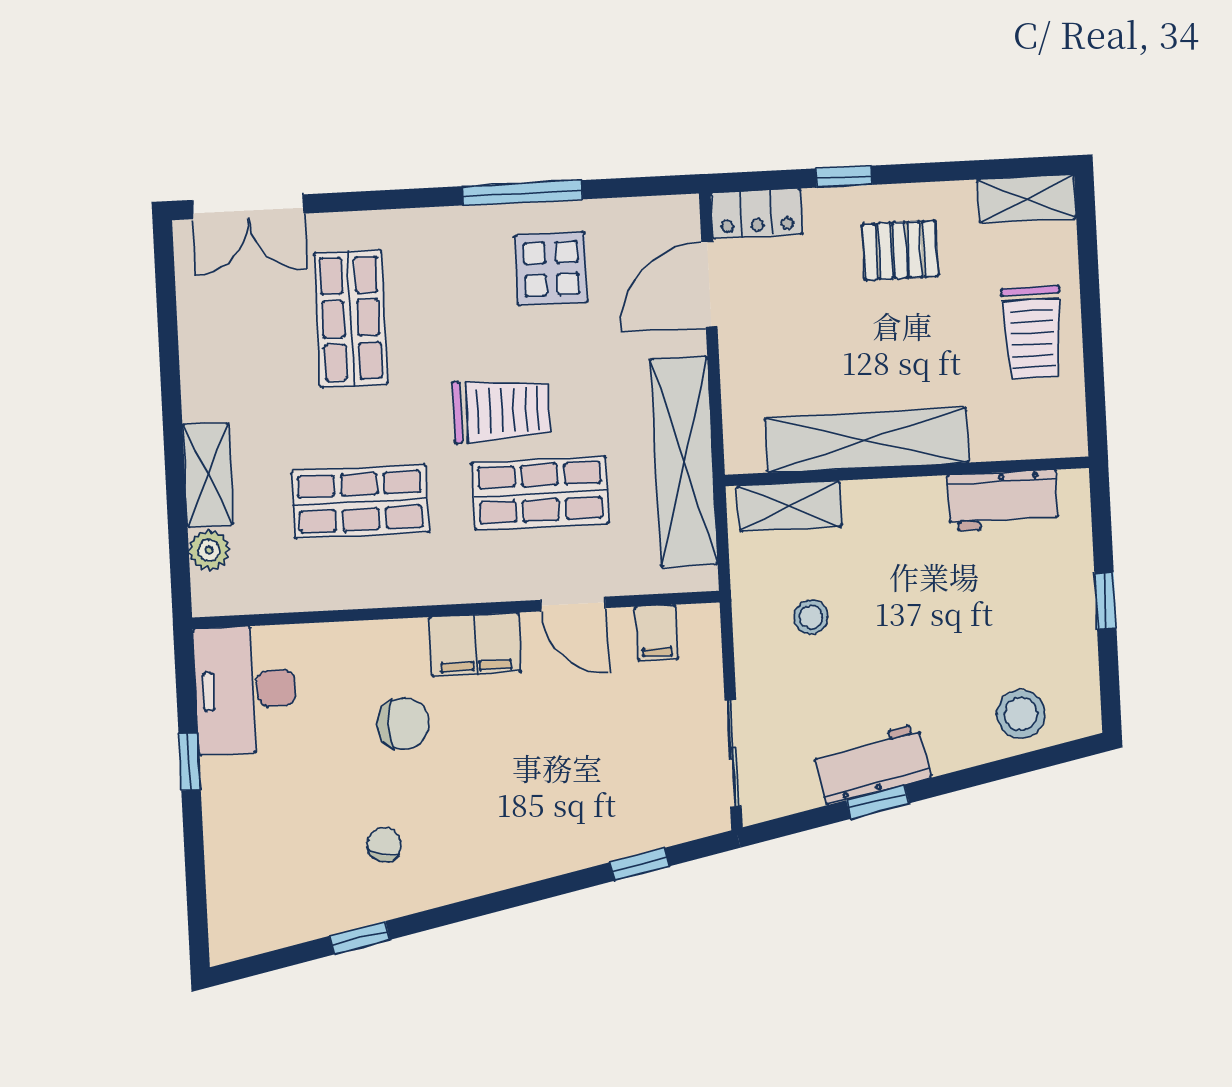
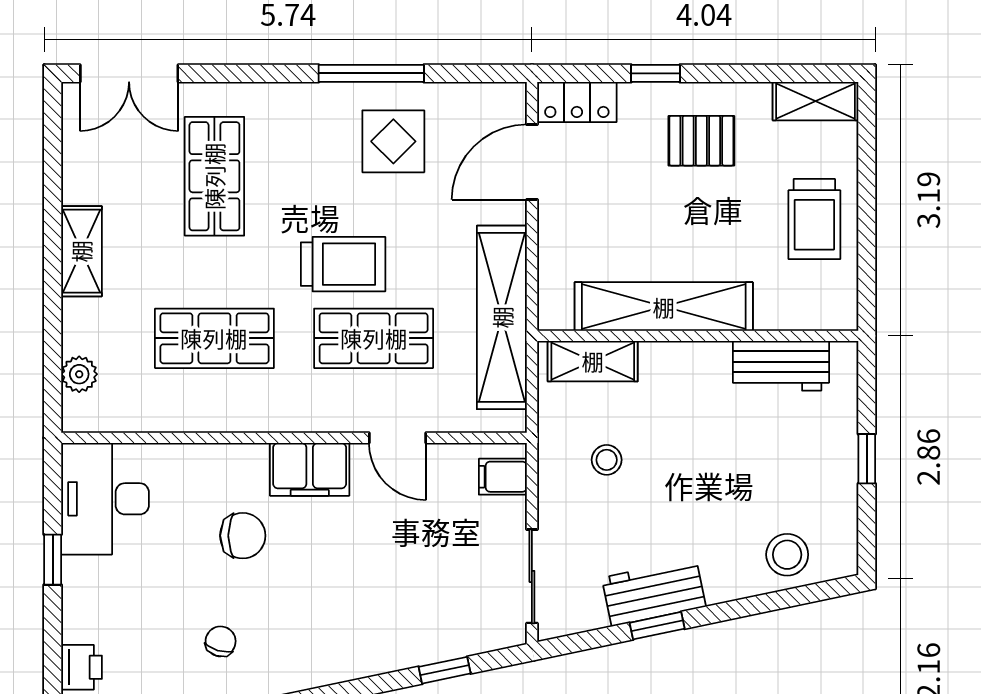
shelving: (208, 475) -> (81, 251), moved
filing cabinet: (656, 633) -> (503, 477), moved, turned 90
printer: (228, 882) -> (82, 667), added

